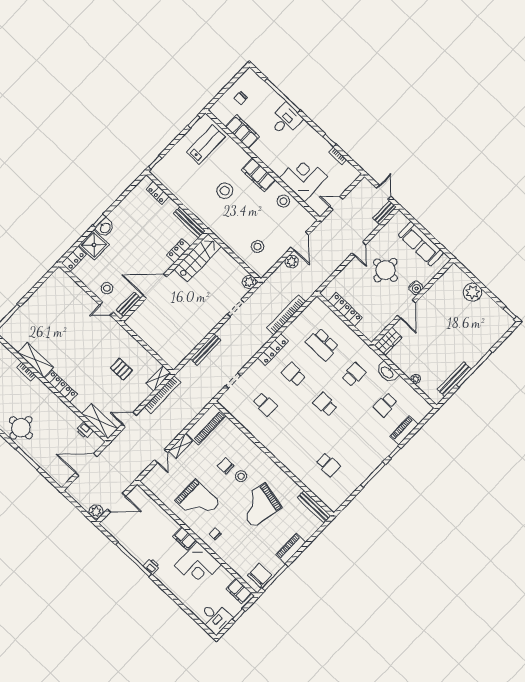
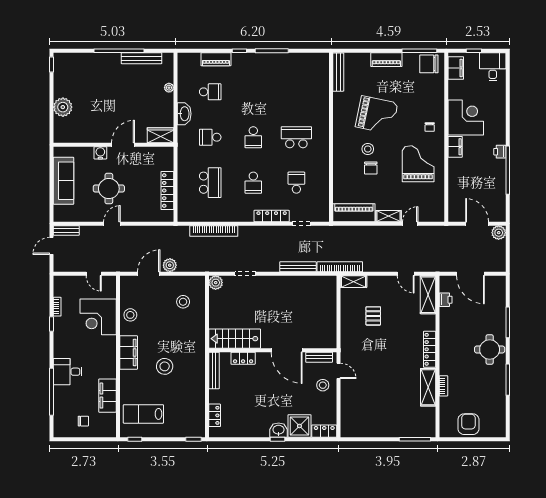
locker: (273, 350) -> (272, 216), moved
bookcase: (162, 395) -> (340, 267), moved
school desk: (328, 465) -> (296, 137), moved, width x1.85

